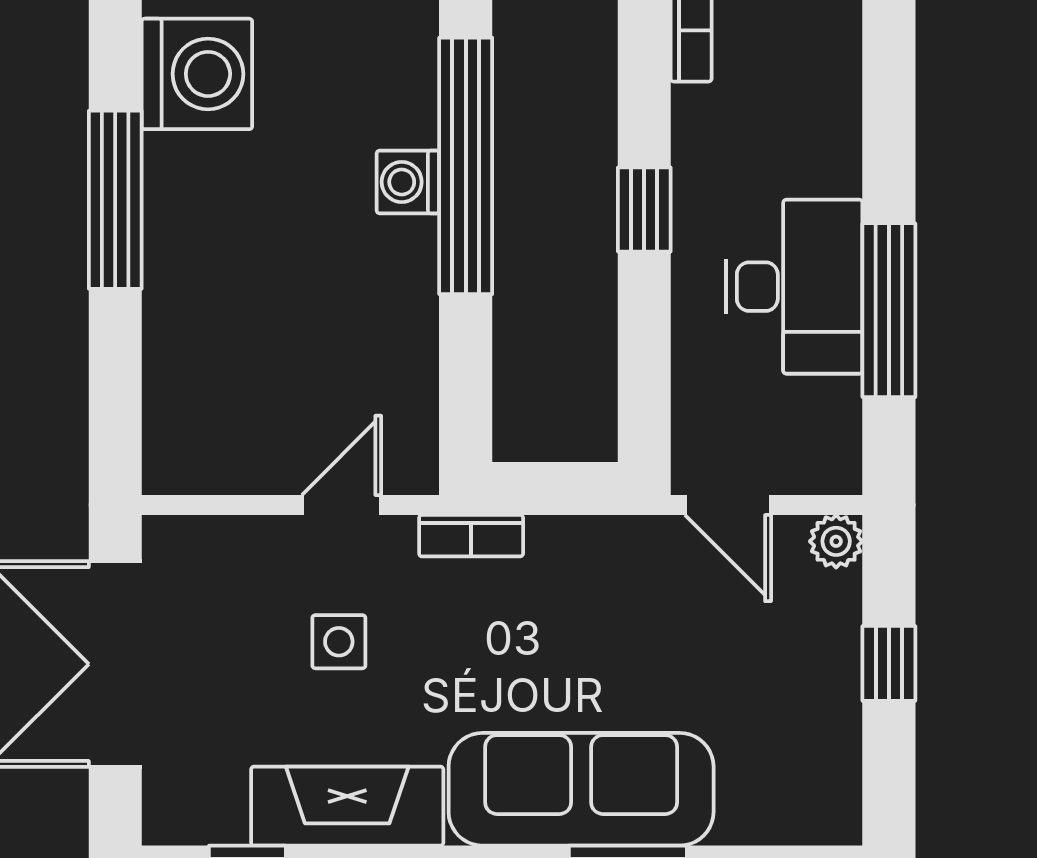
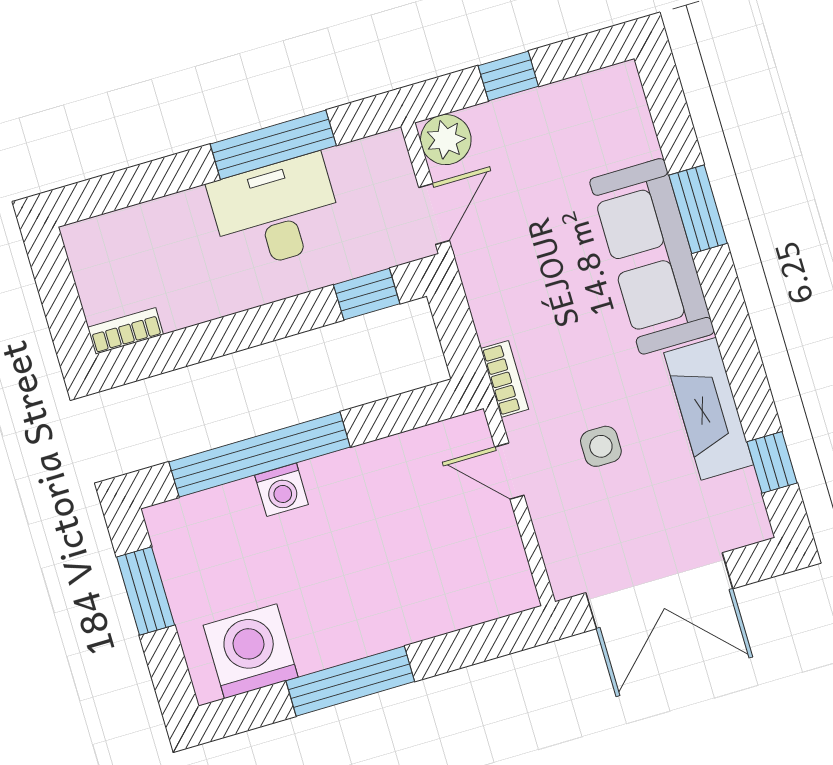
window: (644, 210) -> (367, 294), moved
plant: (836, 541) -> (446, 140), width x1.38, depth x1.38

